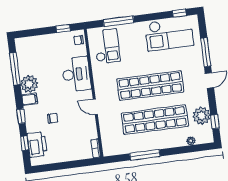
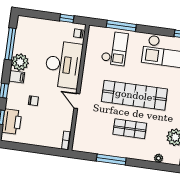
checkout: (107, 46) -> (115, 48), moved
desk: (76, 74) -> (63, 65), width x1.36, depth x1.30
shop shelf: (155, 120) -> (130, 129), width x0.50, depth x0.74

